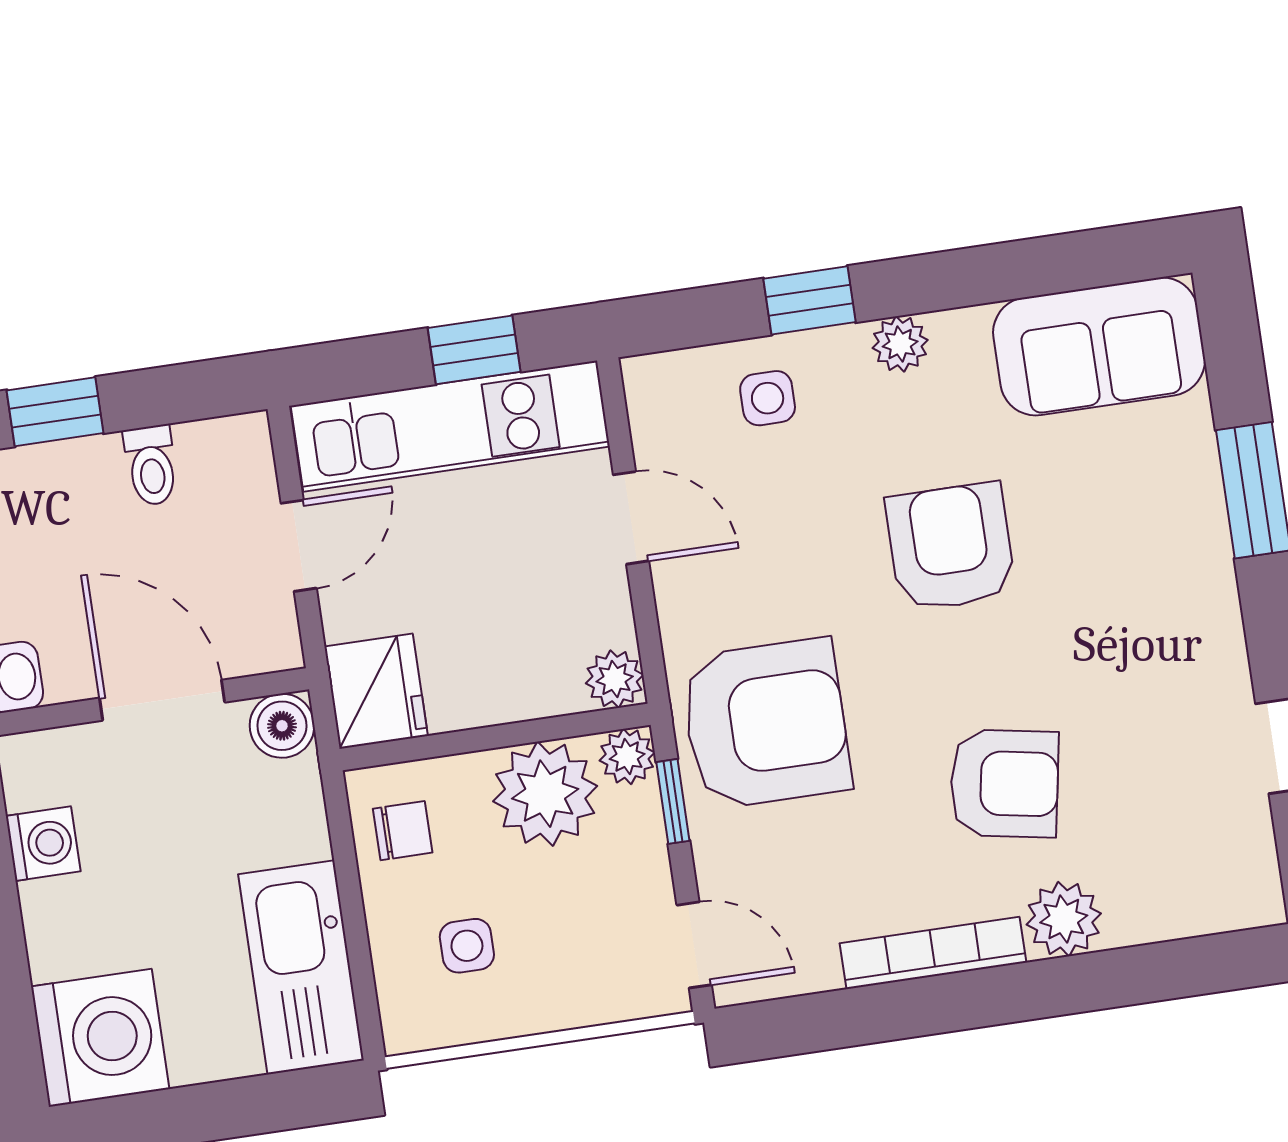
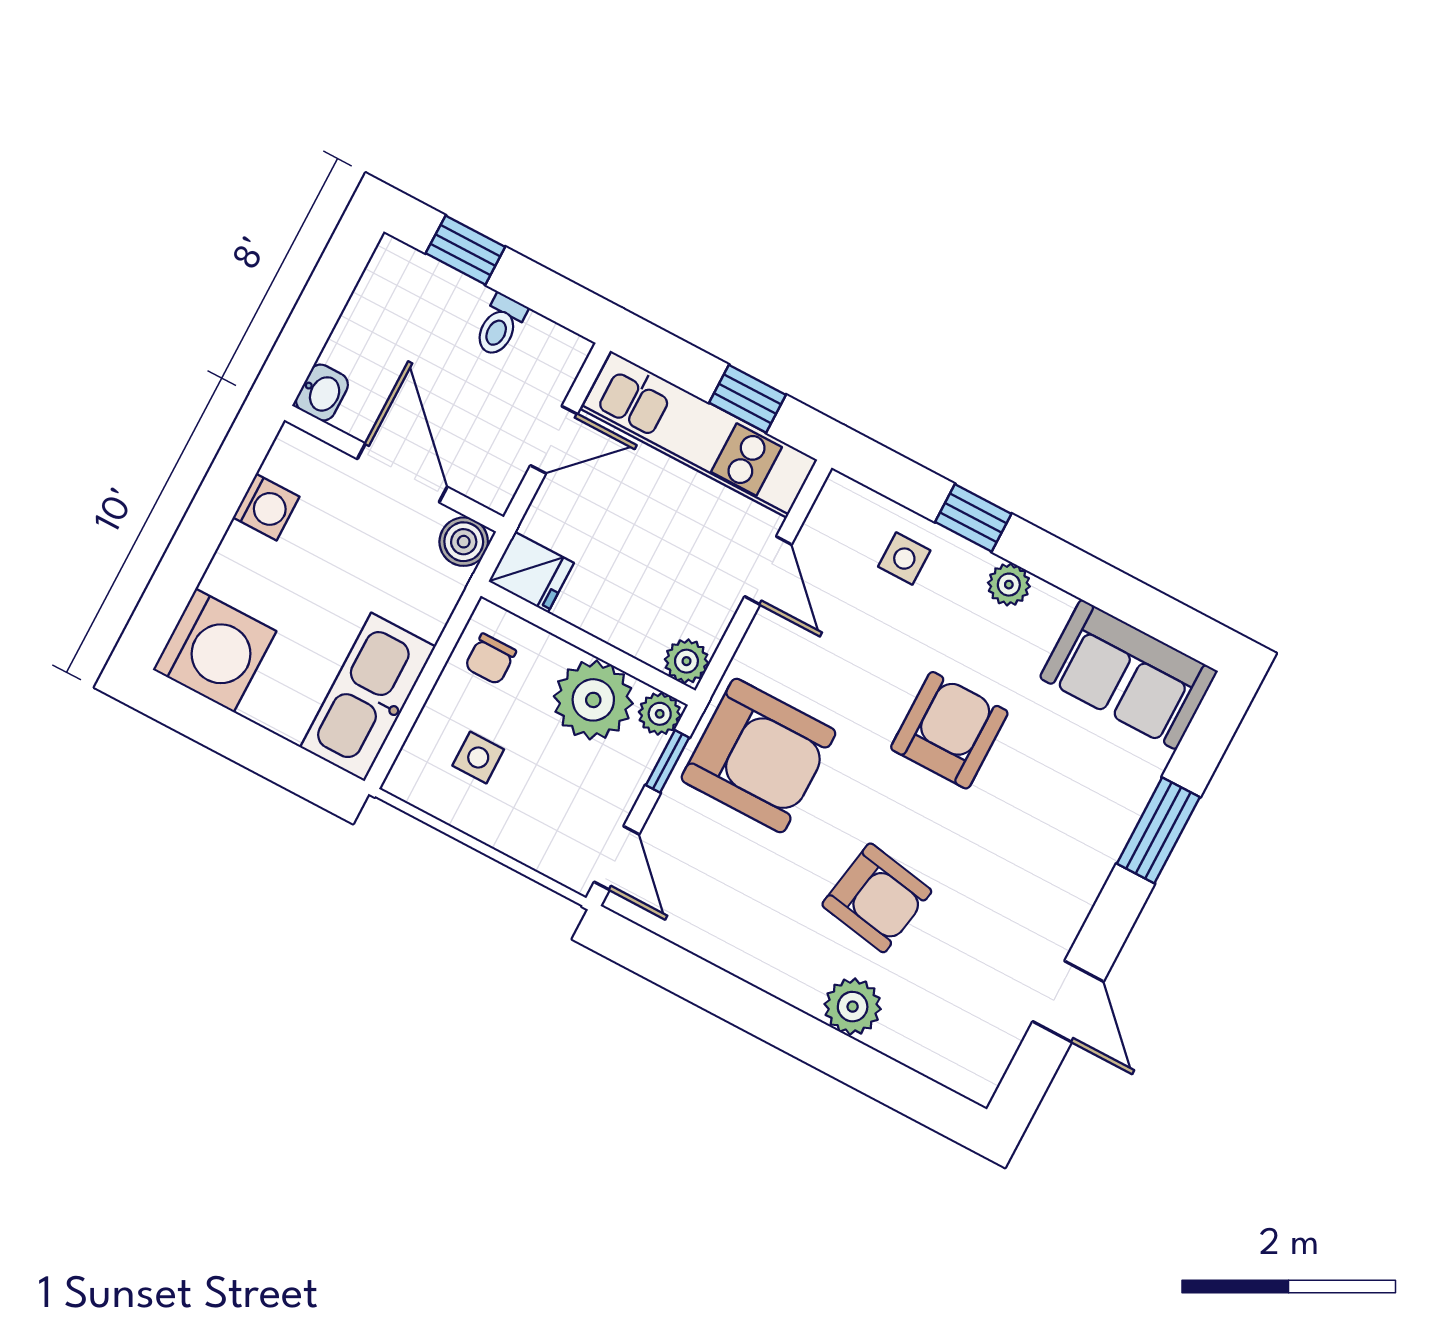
fridge: (376, 691) -> (531, 572), width x0.72
chair: (403, 831) -> (490, 659), turned 90
bookcase: (933, 953) -> (758, 969), removed

